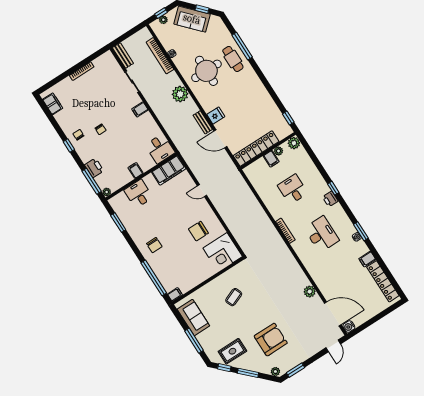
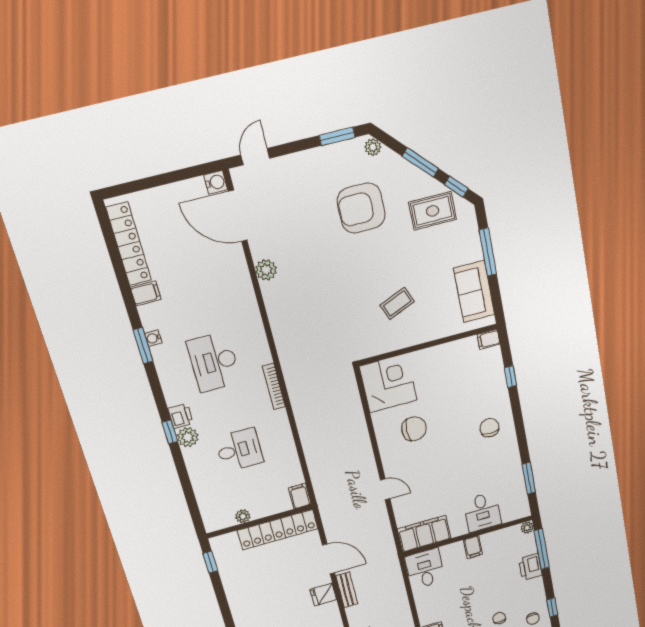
plant: (294, 143) -> (188, 437), moved
filing cabinet: (271, 159) -> (300, 496), moved
desk: (293, 189) -> (239, 450), turned -90
window: (154, 278) -> (510, 377), width x0.32

